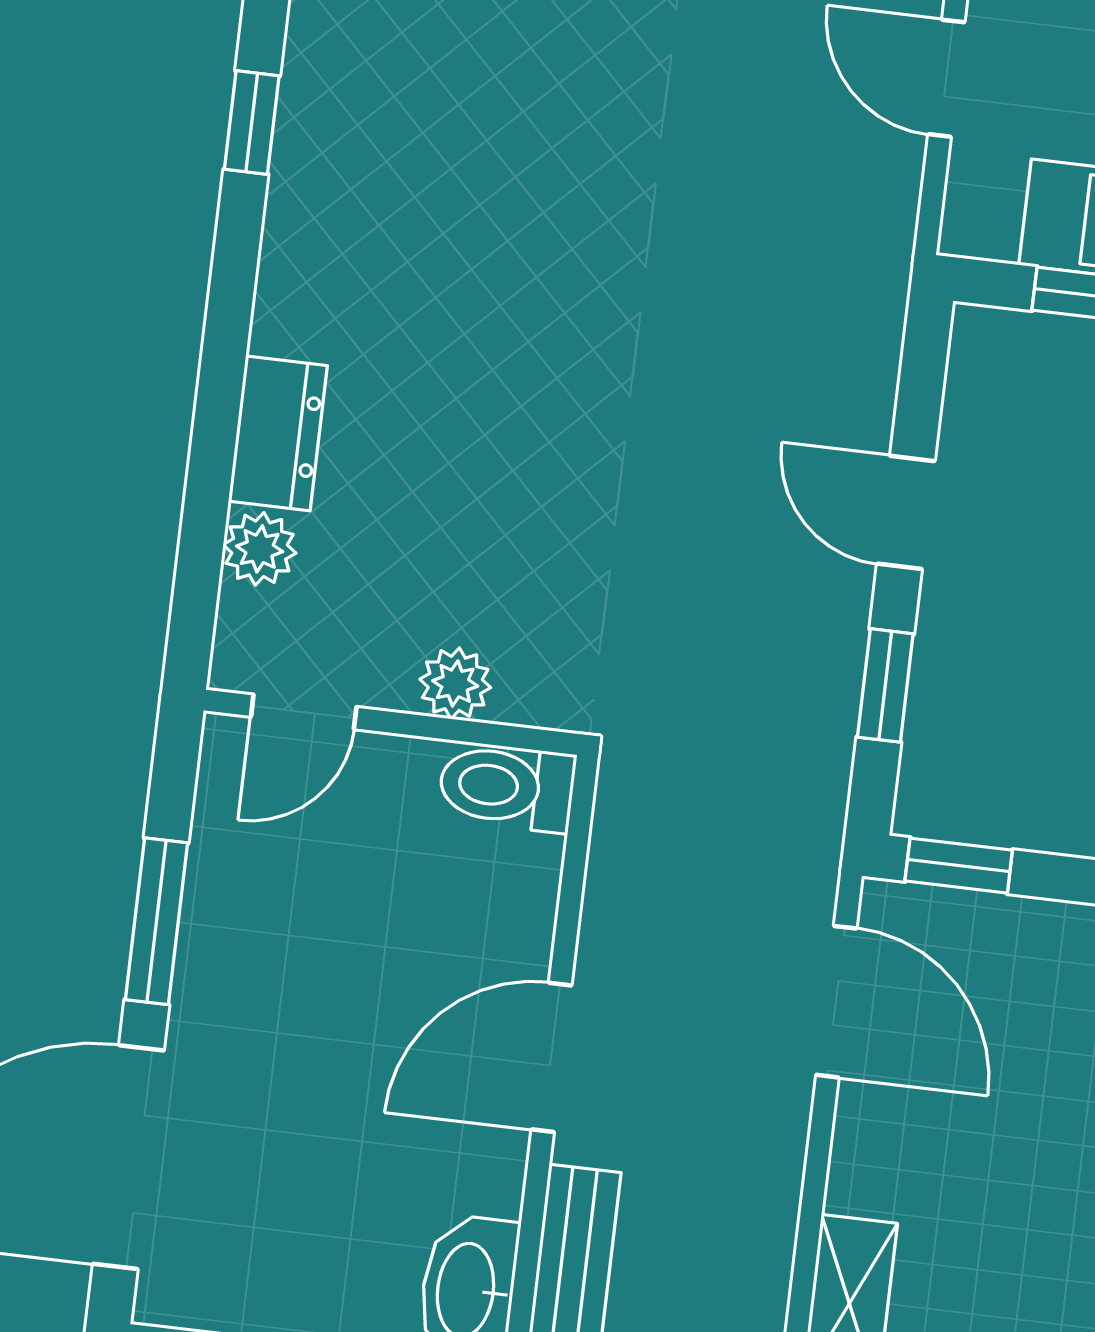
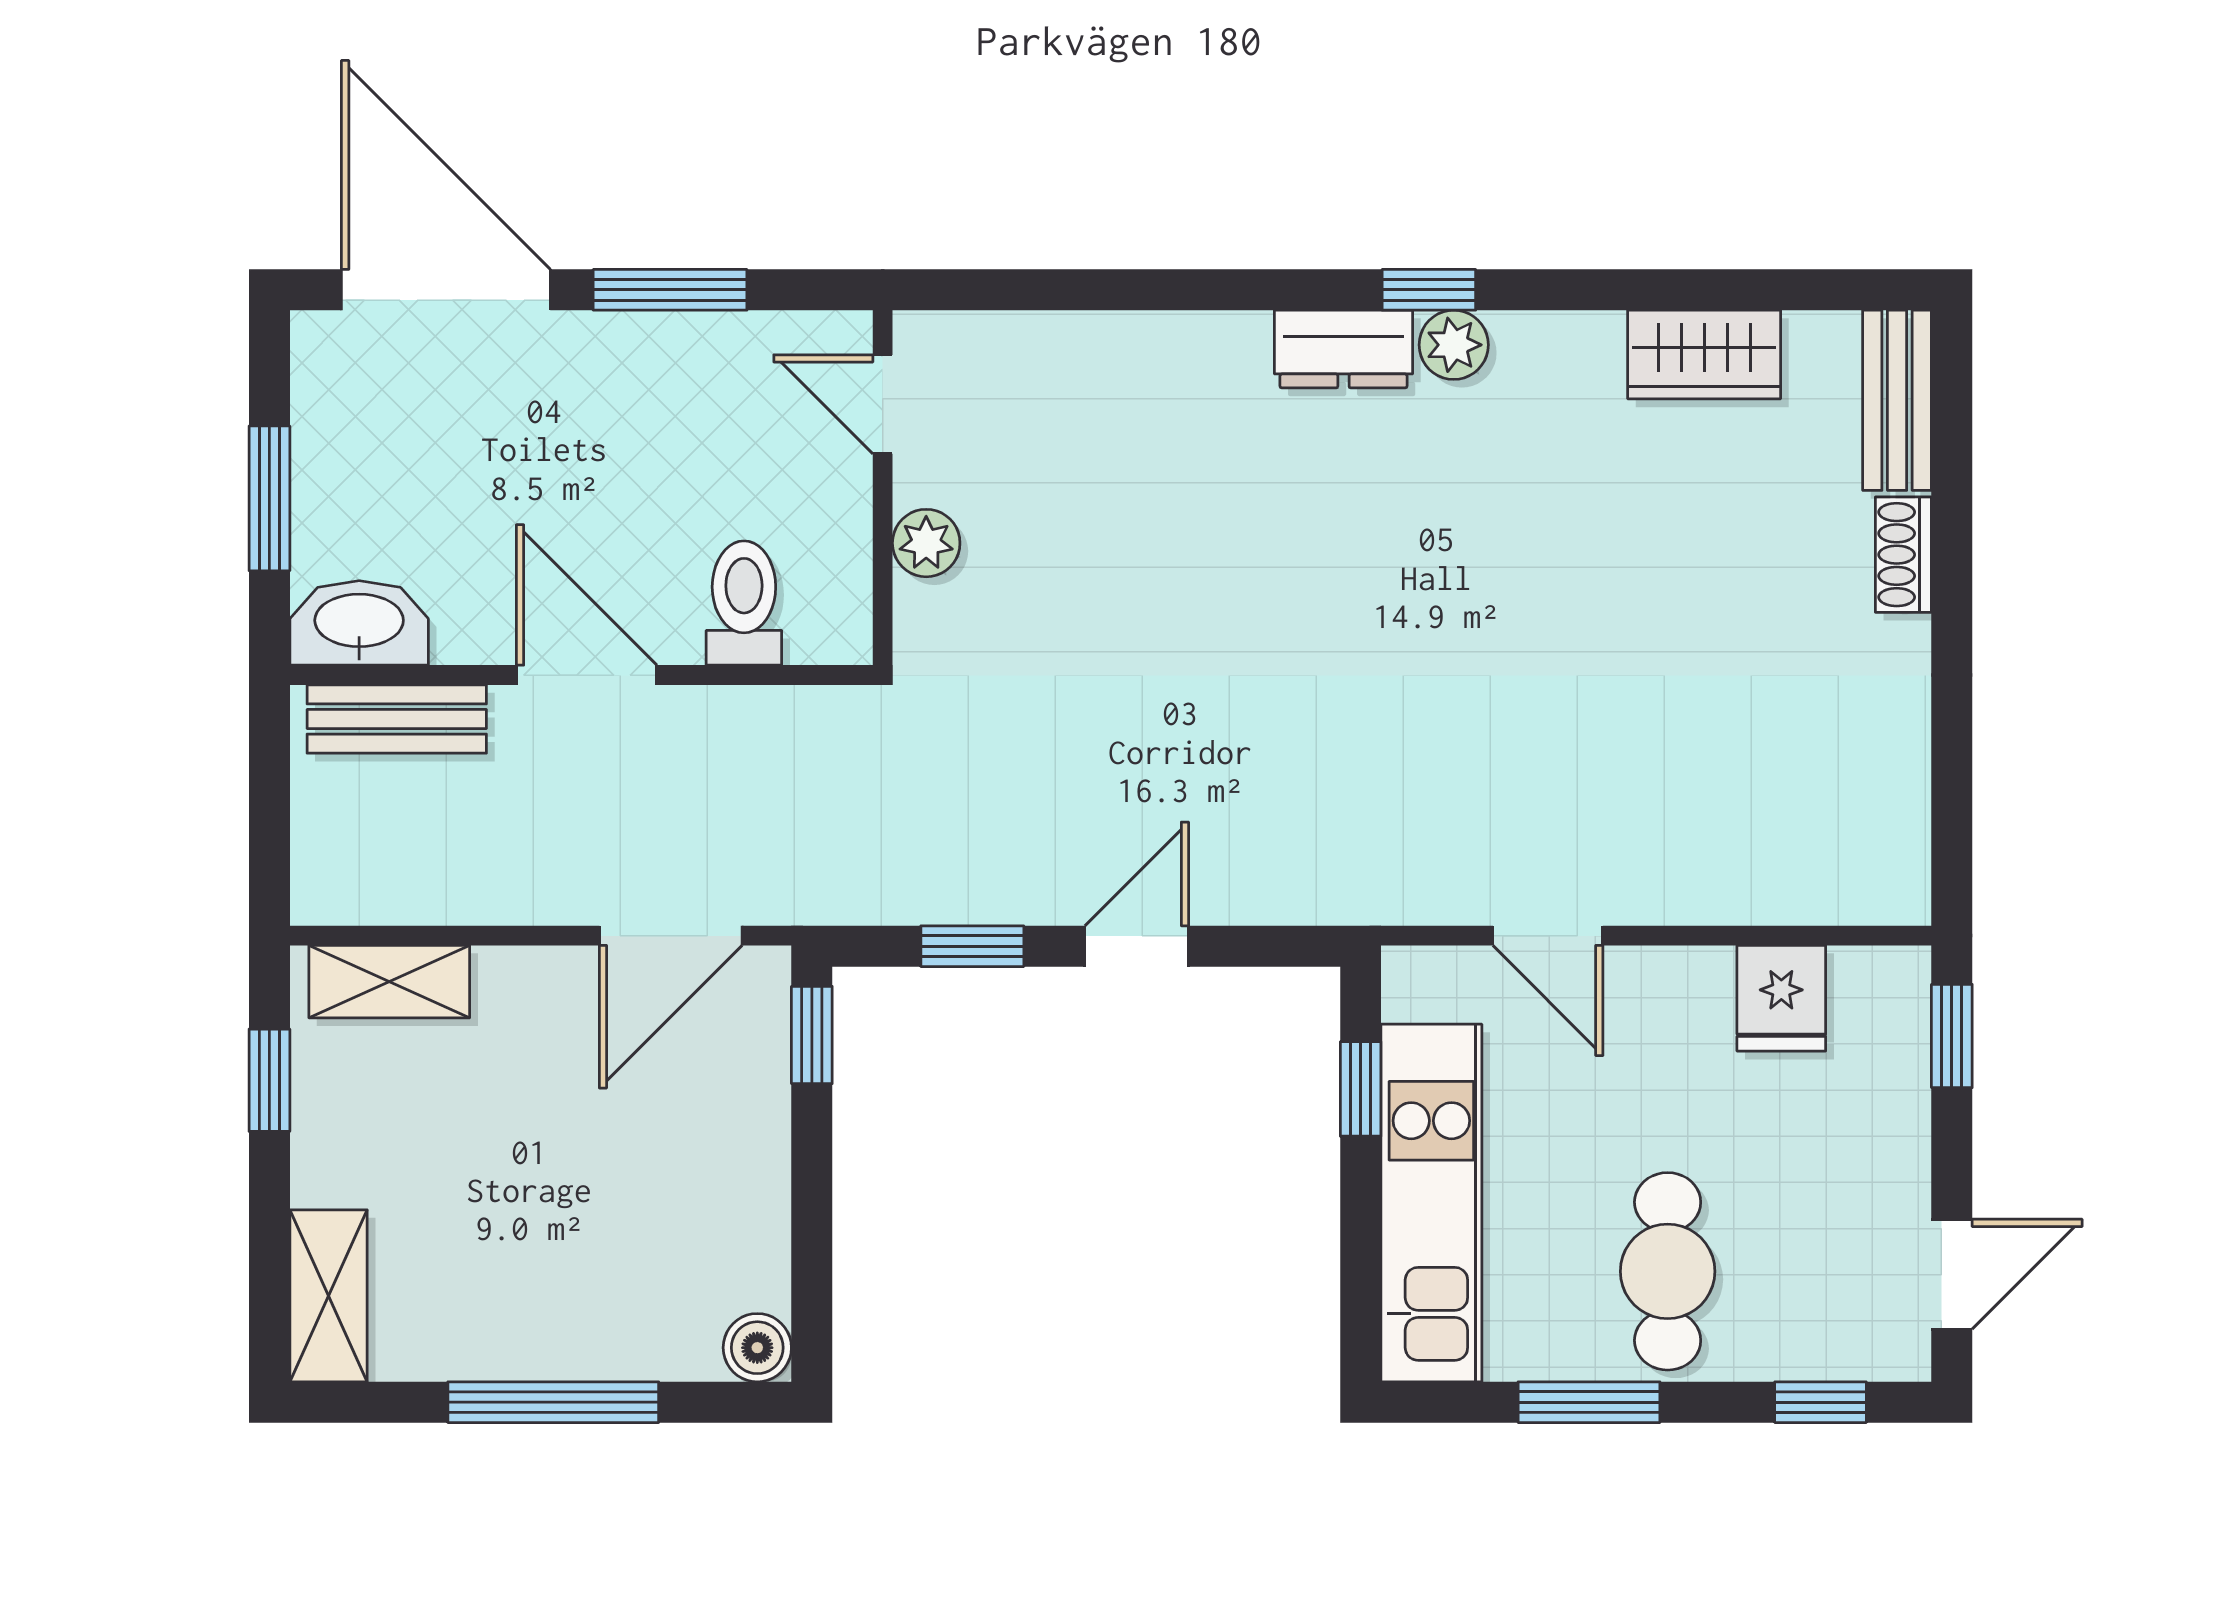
door: (946, 78) -> (1548, 936), swing flipped
dresser: (278, 433) -> (1343, 349), moved
plant: (260, 549) -> (1454, 345), moved
toilet: (507, 787) -> (744, 603), moved

